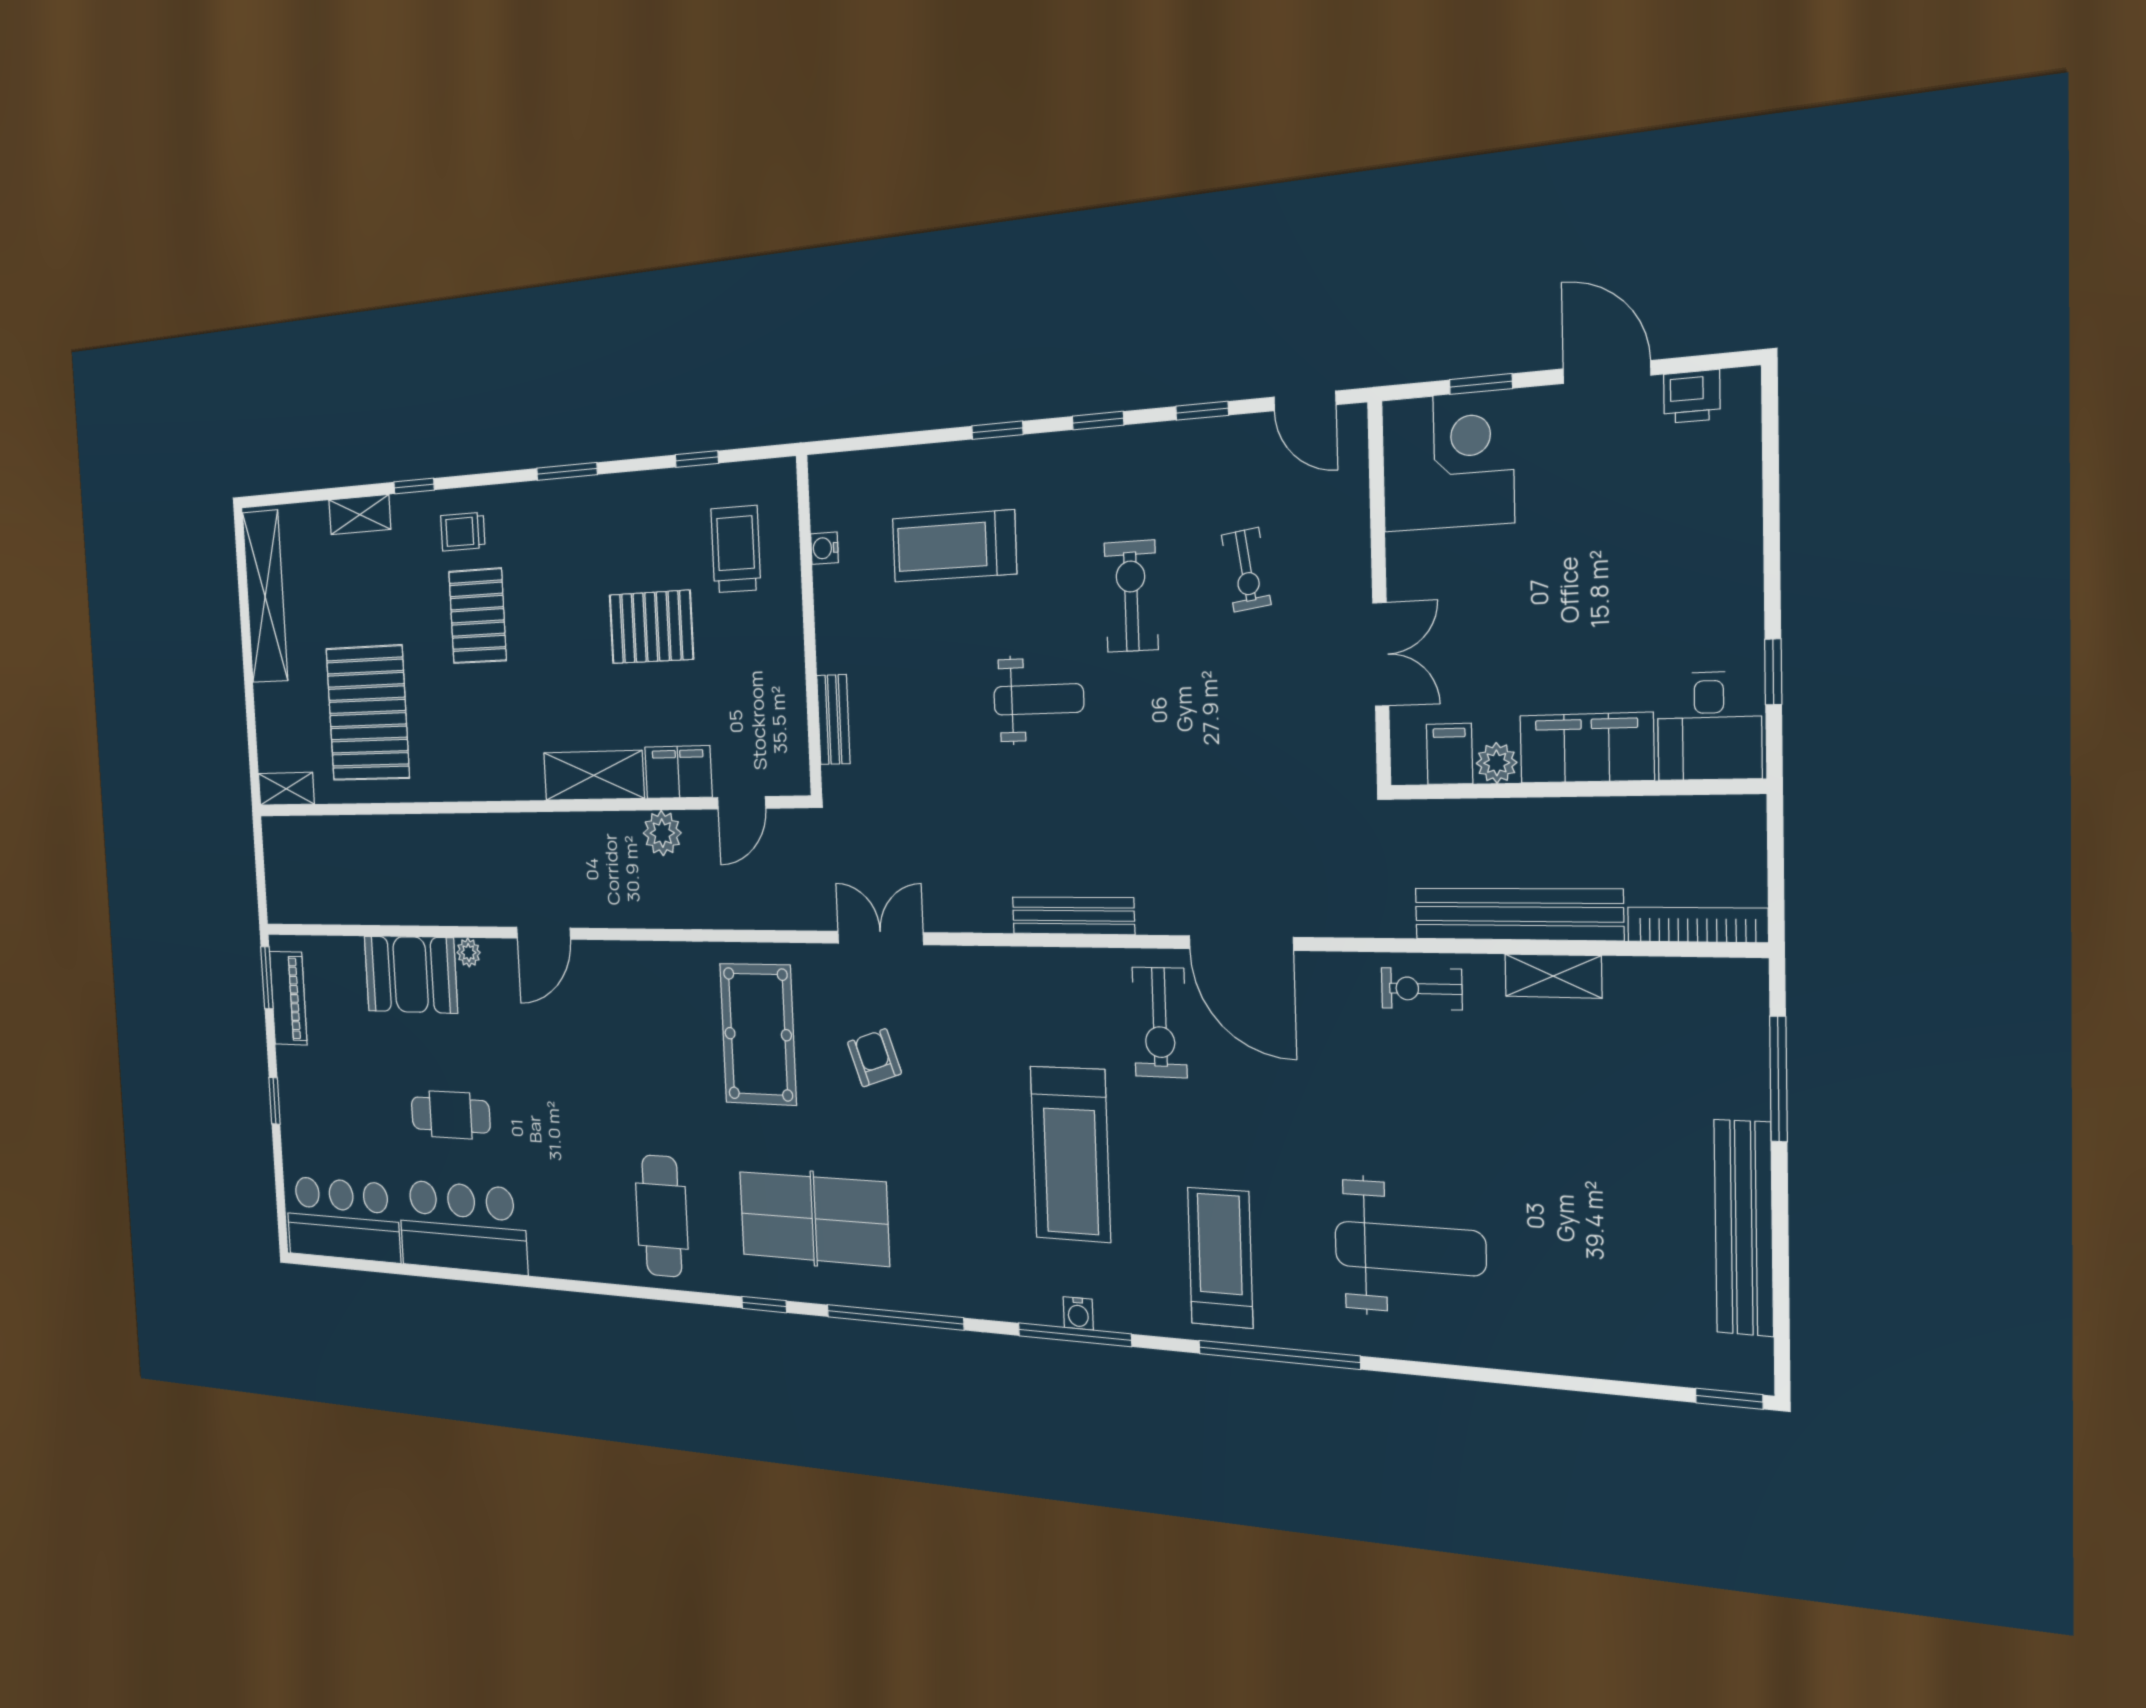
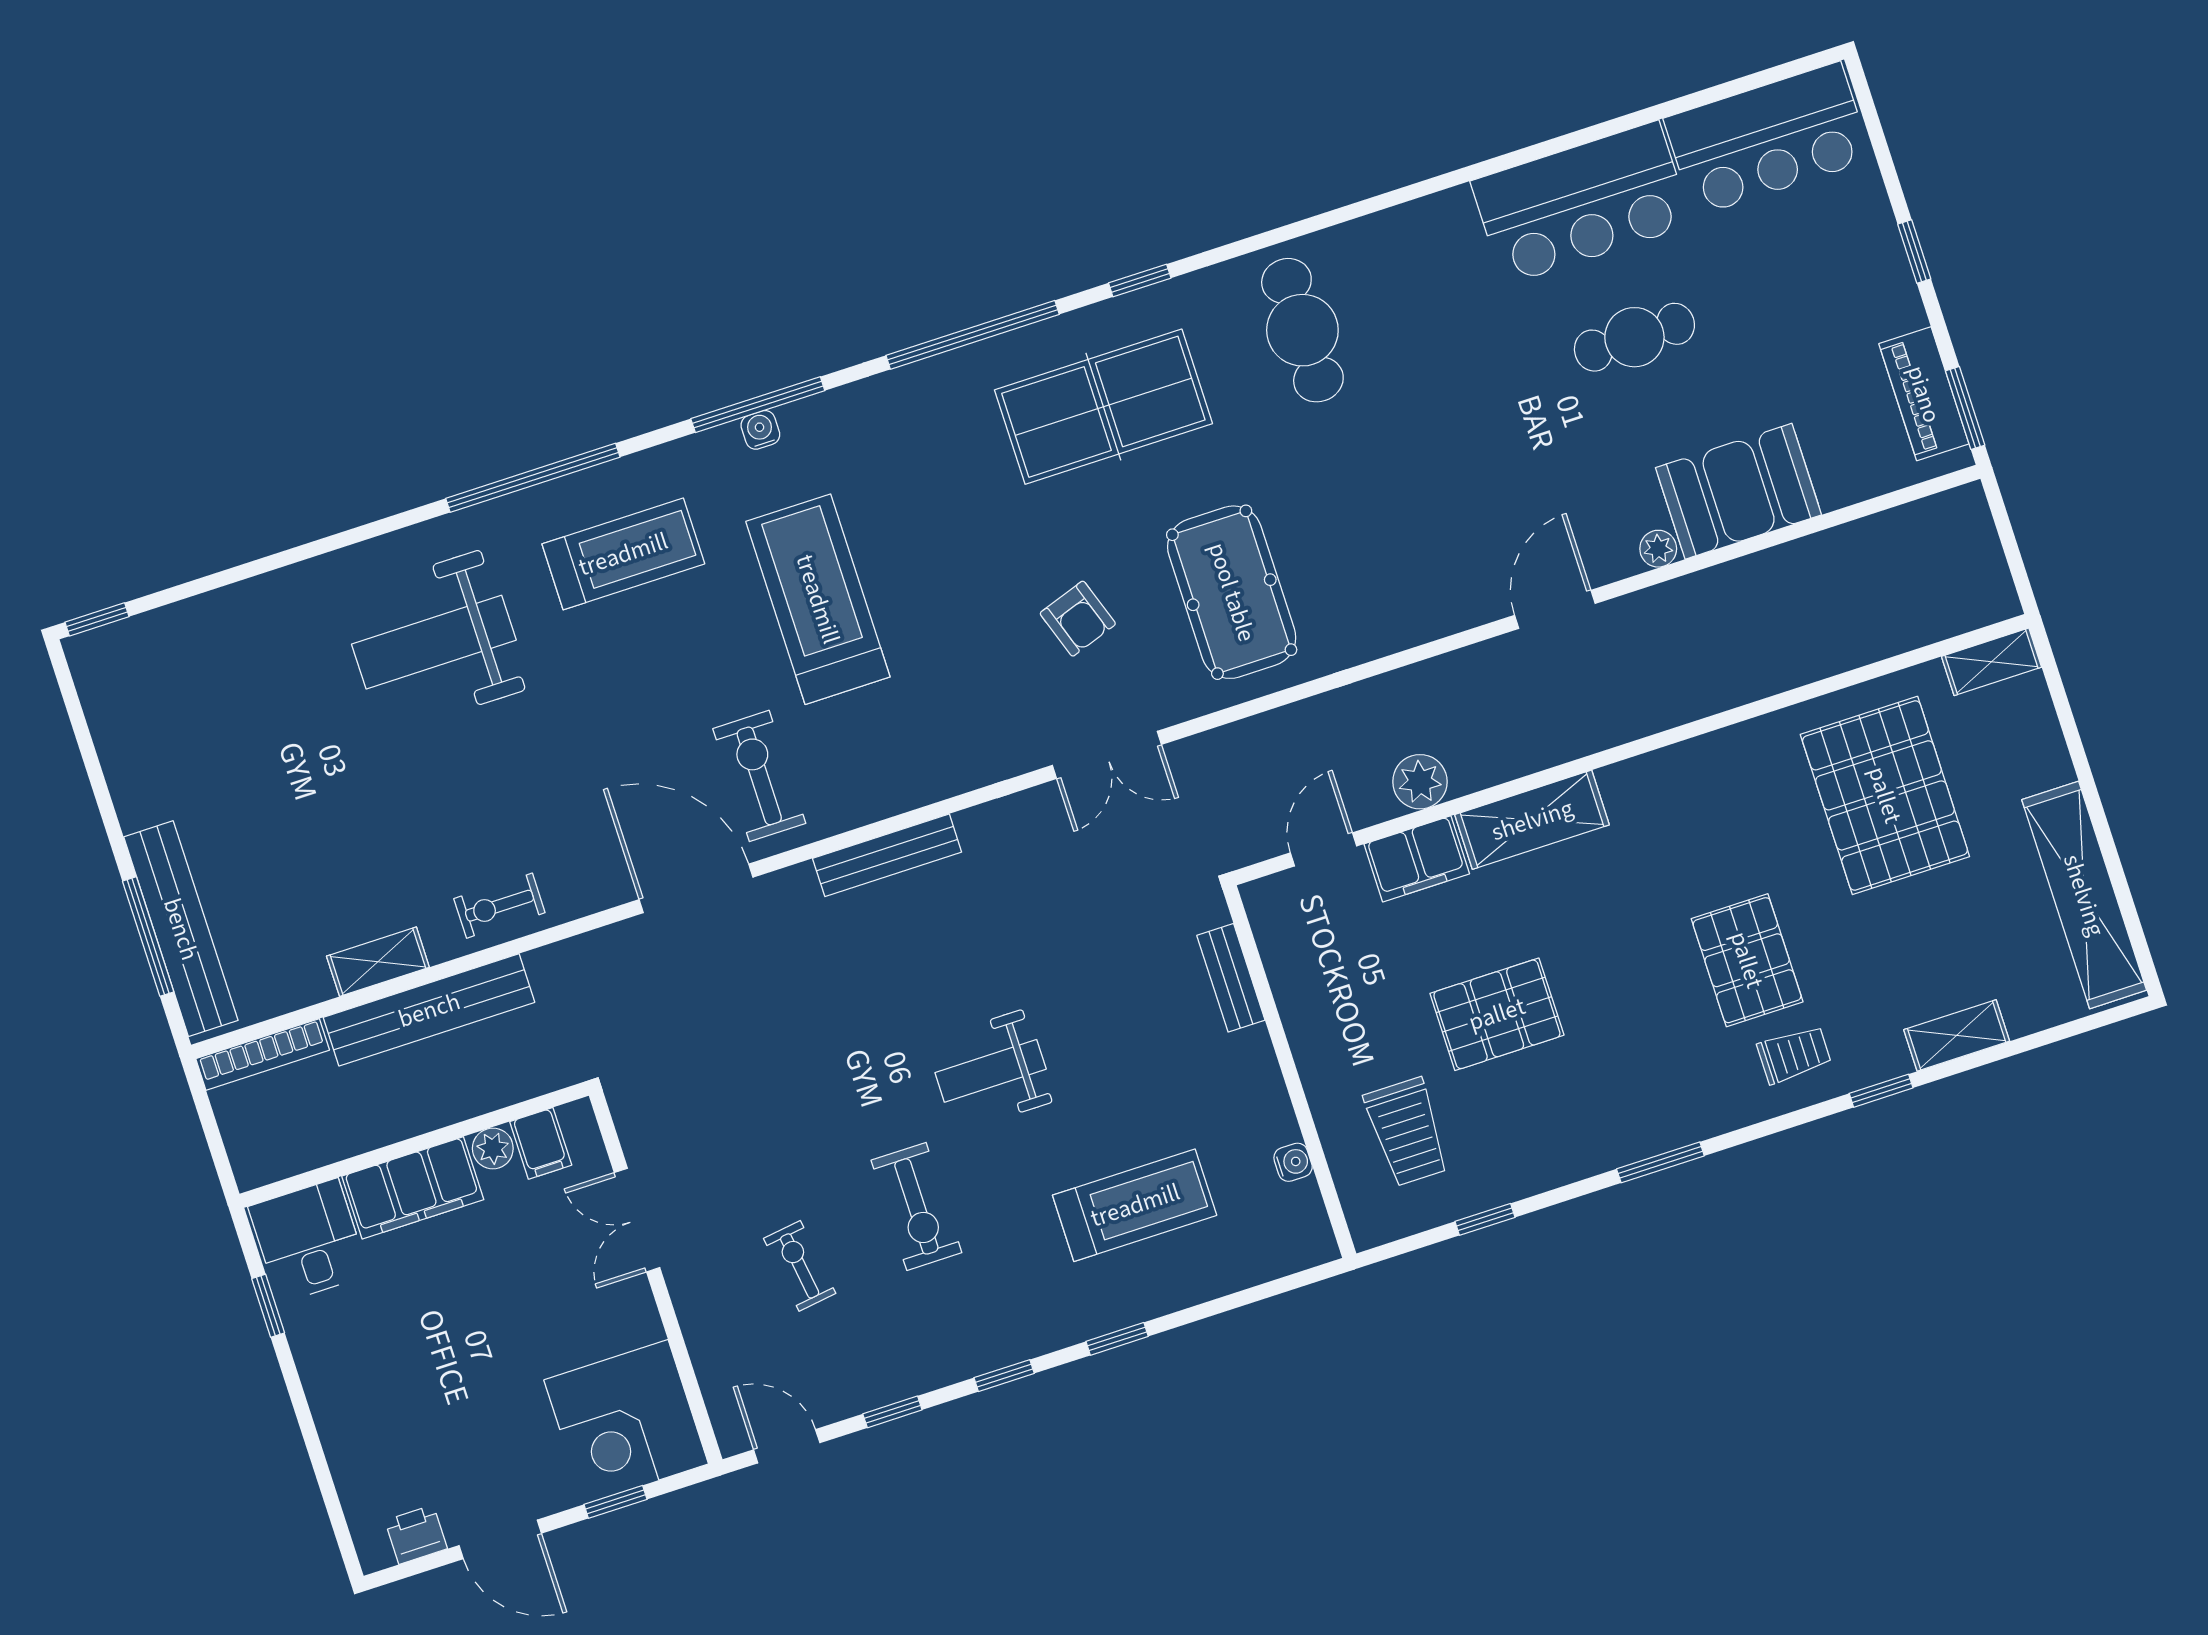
exercise bike: (1422, 989) -> (499, 906), turned 180
bench: (1744, 1228) -> (181, 929), moved
treadmill: (1220, 1258) -> (623, 554), turned -90

